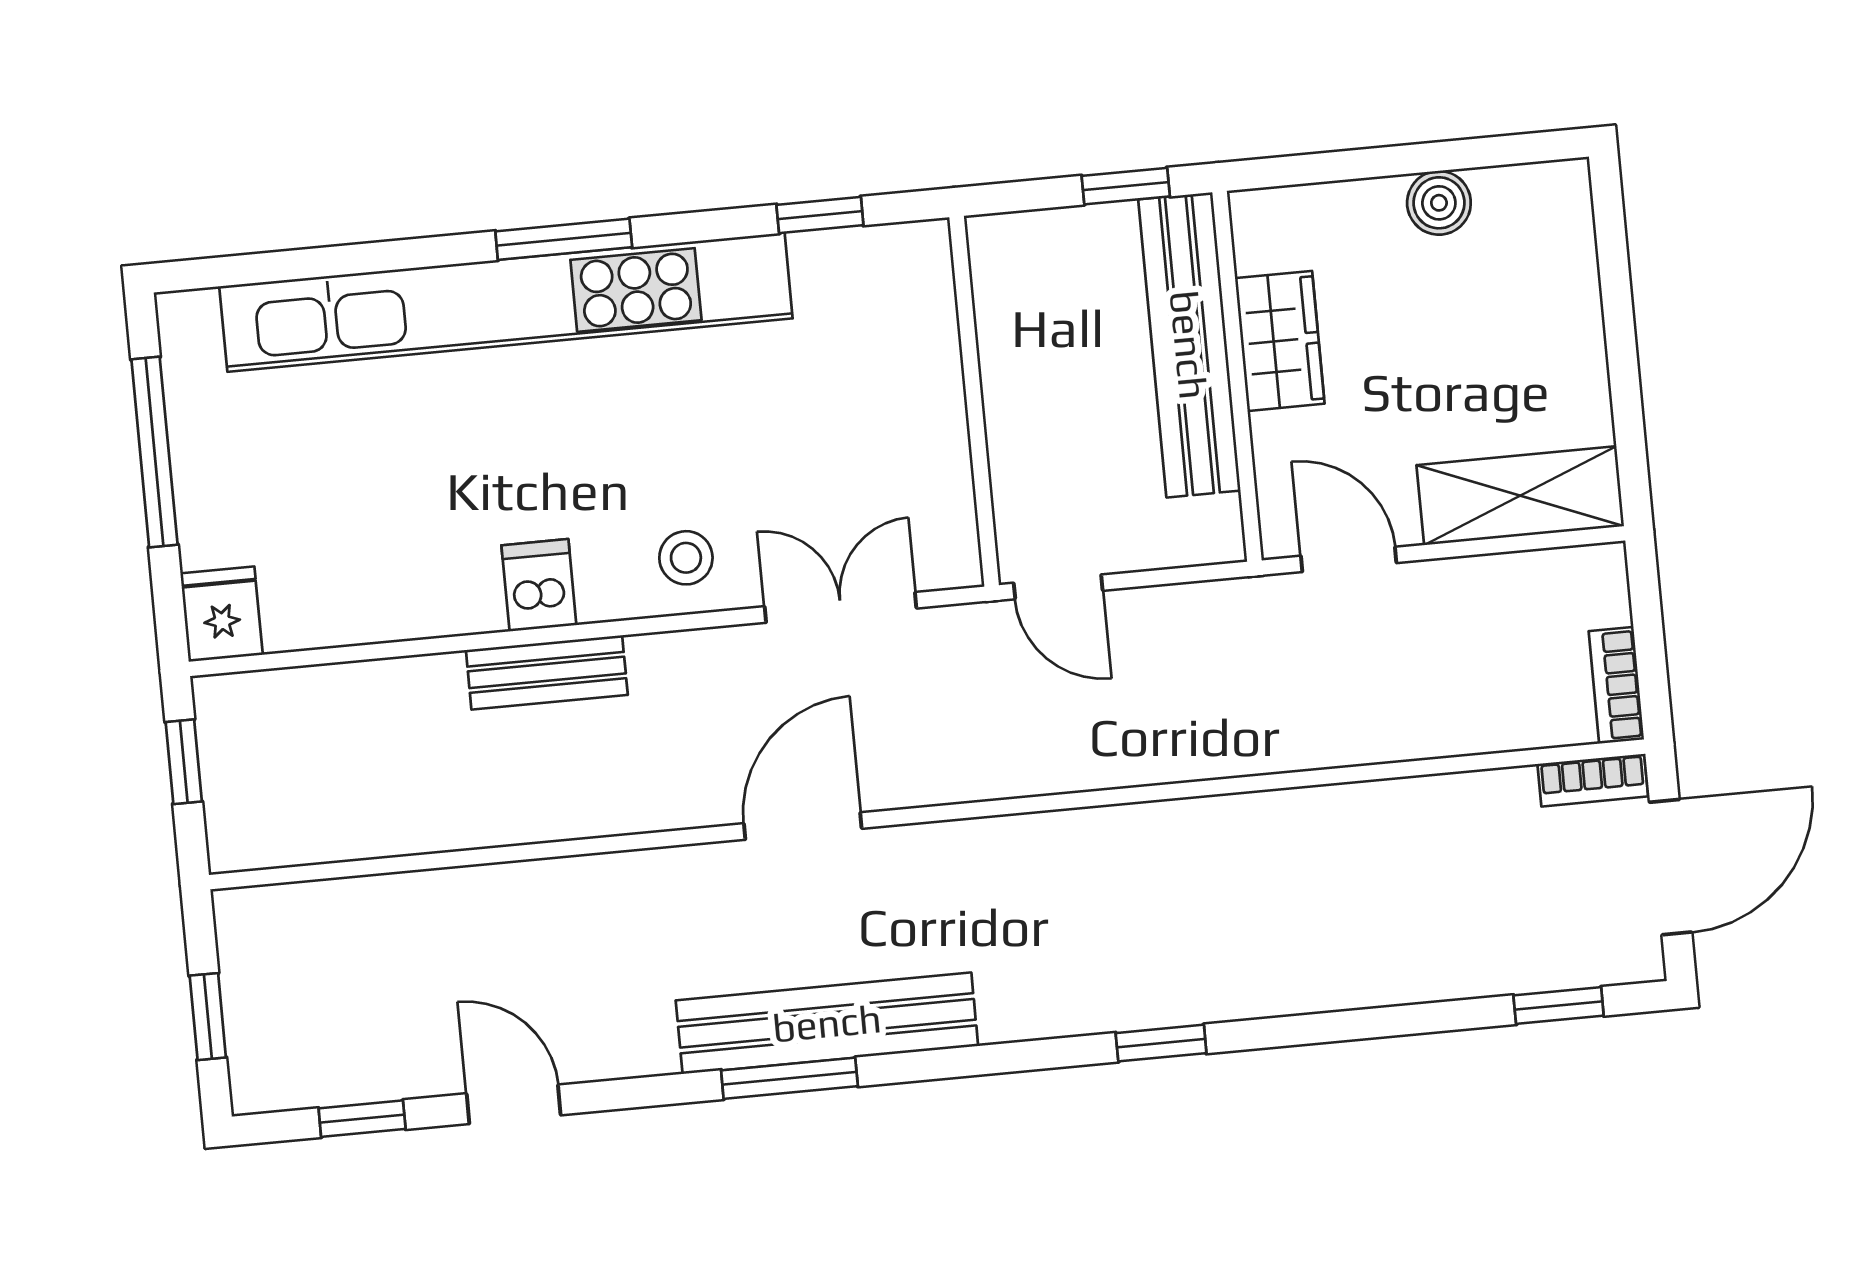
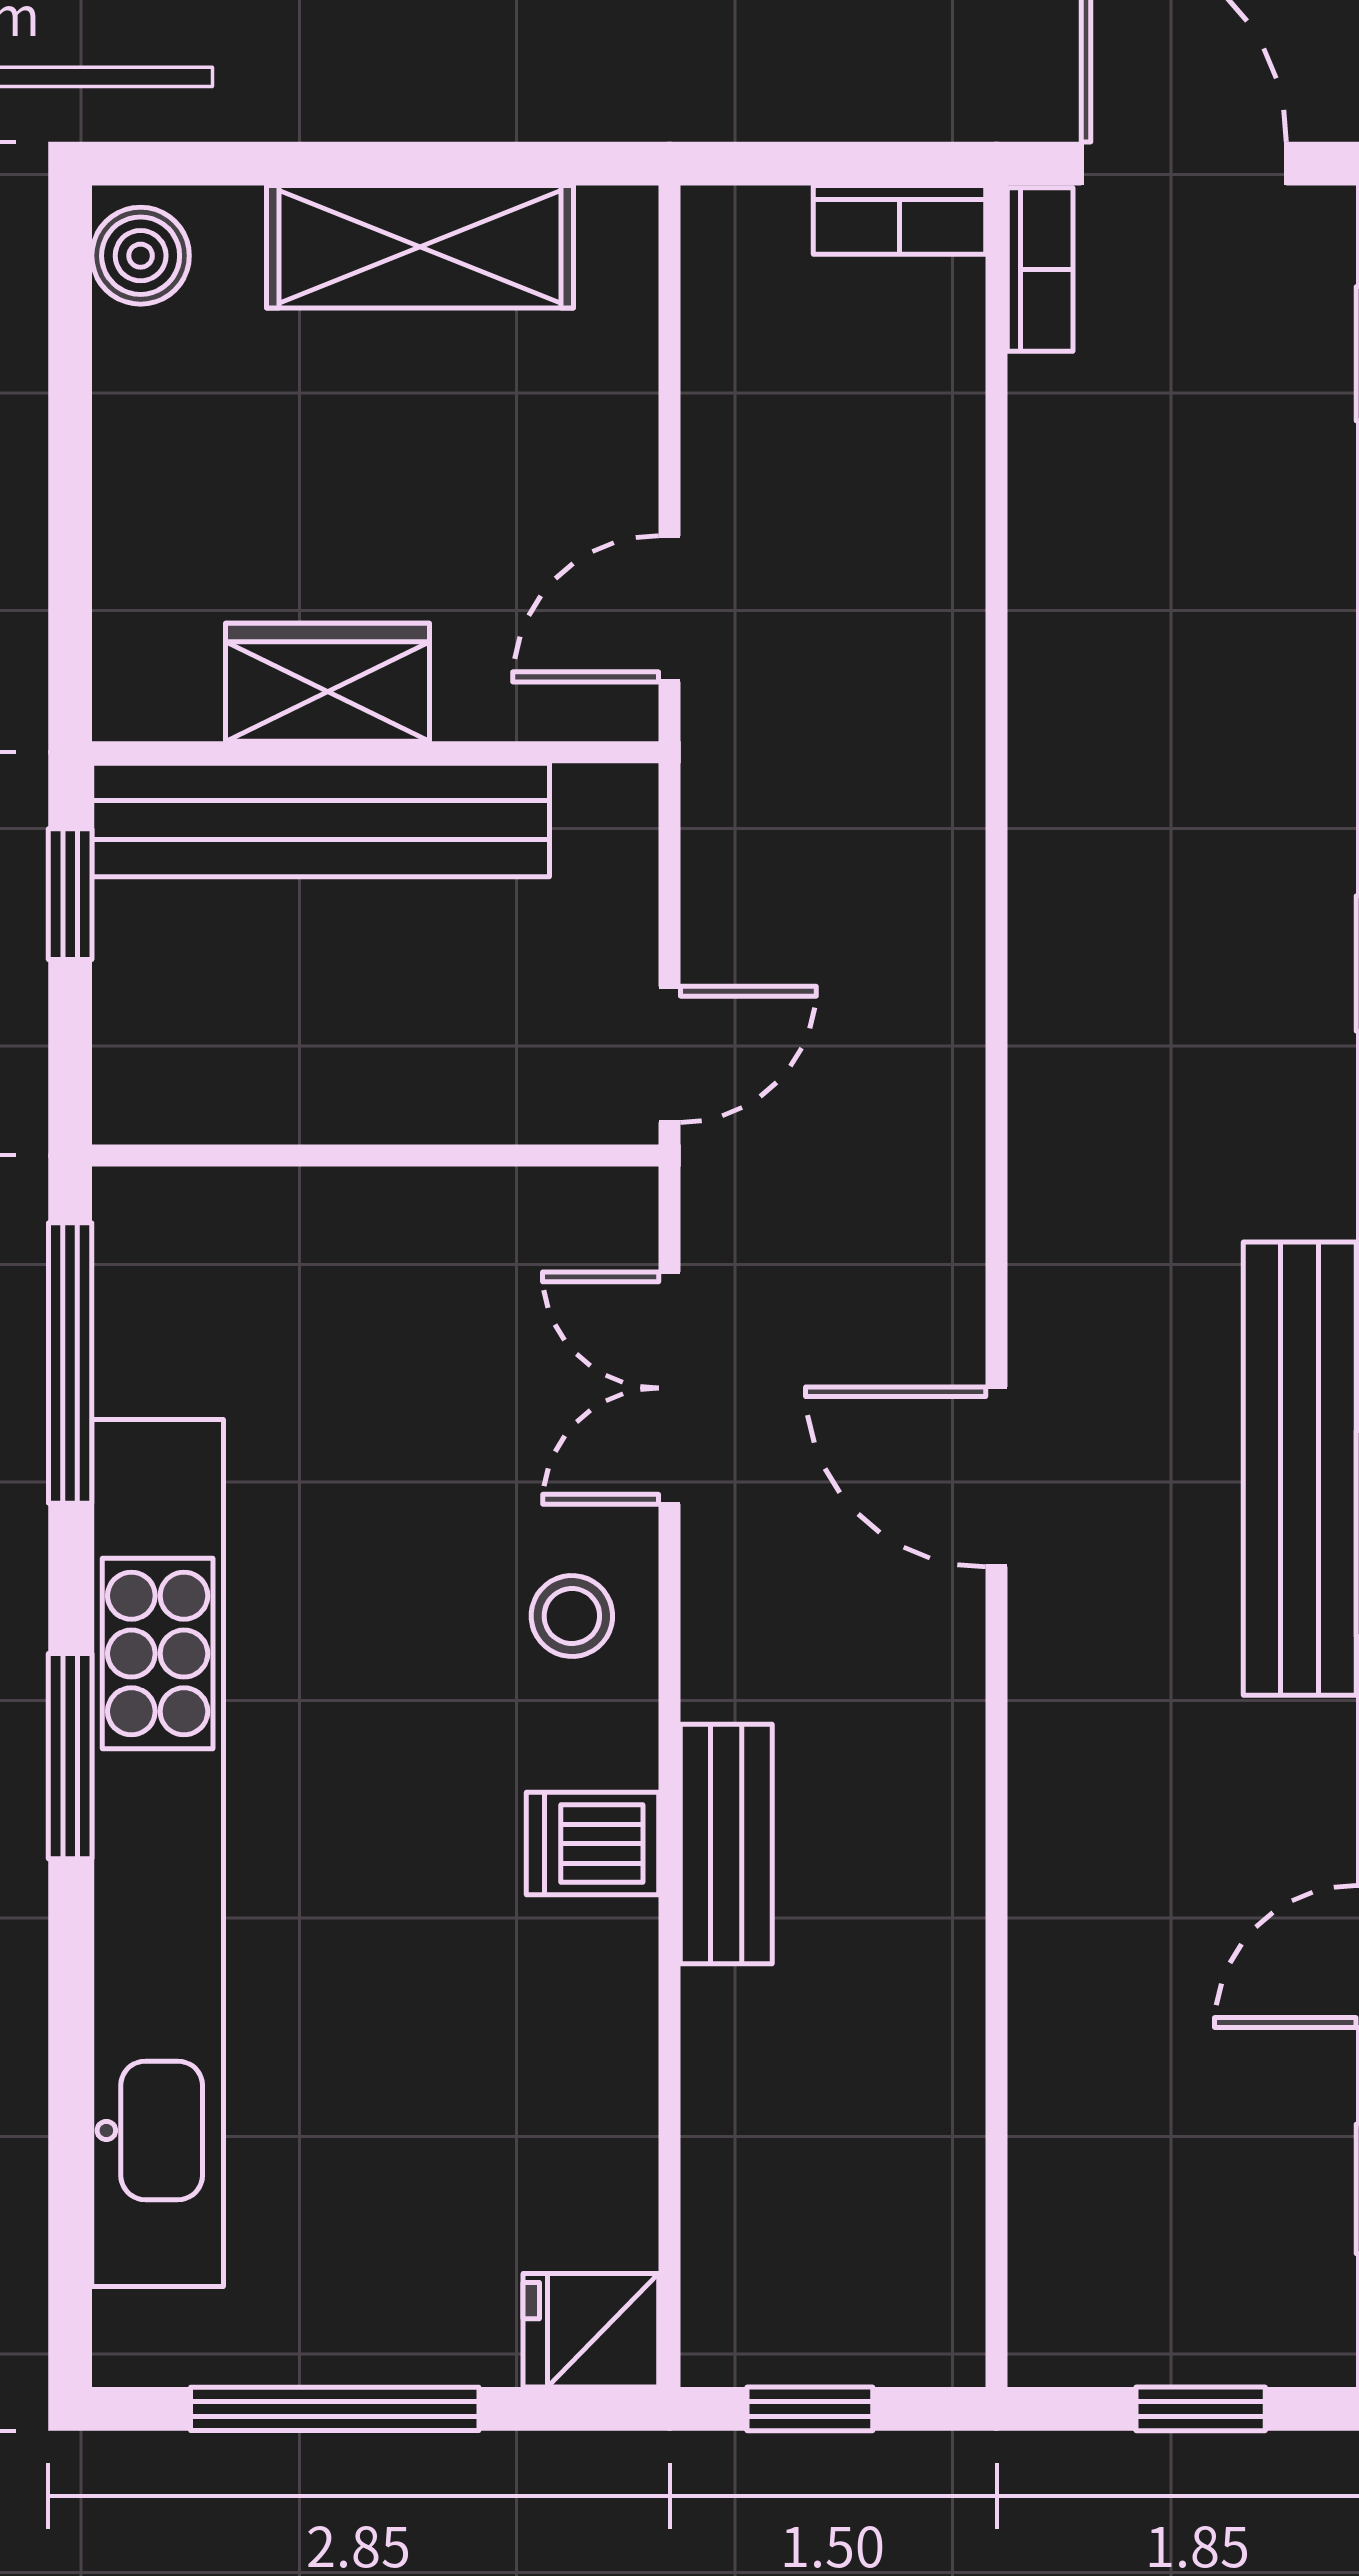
boiler: (1439, 203) -> (141, 256), moved
window: (820, 215) -> (70, 1363), width x2.17
shelving: (1520, 496) -> (420, 247), moved, turned 90

